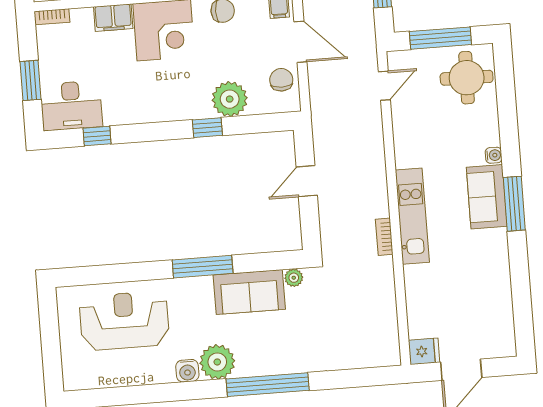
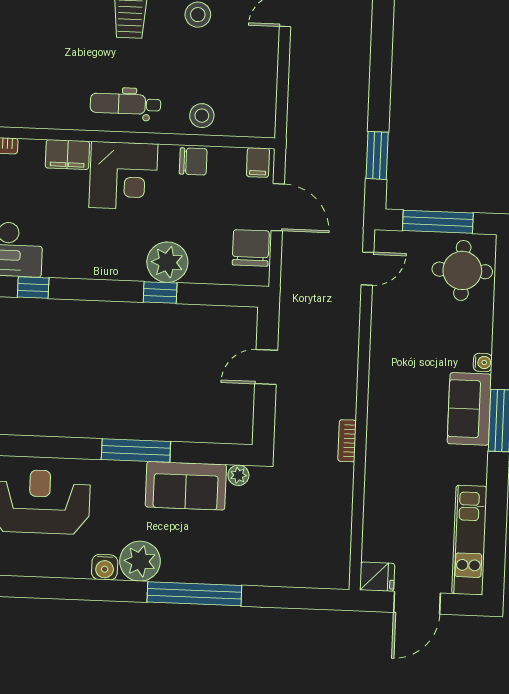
chair: (281, 80) -> (251, 248), width x1.37, depth x1.37
plant: (230, 99) -> (167, 262), moved
kitchen unit: (412, 216) -> (469, 540), moved, turned 180

